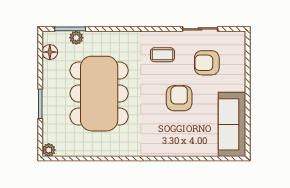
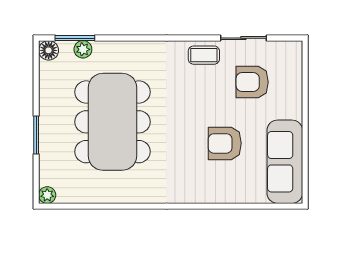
floor lamp: (50, 52) -> (49, 50), moved
coffee table: (162, 55) -> (204, 55), moved
armchair: (179, 98) -> (225, 143), moved, turned -90

